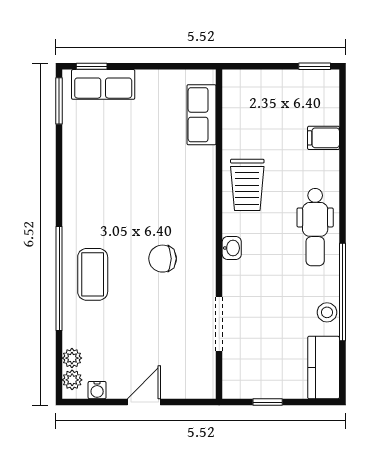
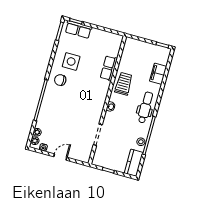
row of seats: (202, 115) -> (109, 68), moved
filing cabinet: (323, 138) -> (158, 74), width x2.00
side table: (107, 166) -> (71, 61), added
trolley: (247, 185) -> (124, 84), turned 180
dental chair: (315, 227) -> (145, 107), turned 180
chair: (163, 259) -> (60, 80), moved
coffee table: (93, 274) -> (54, 102), removed

